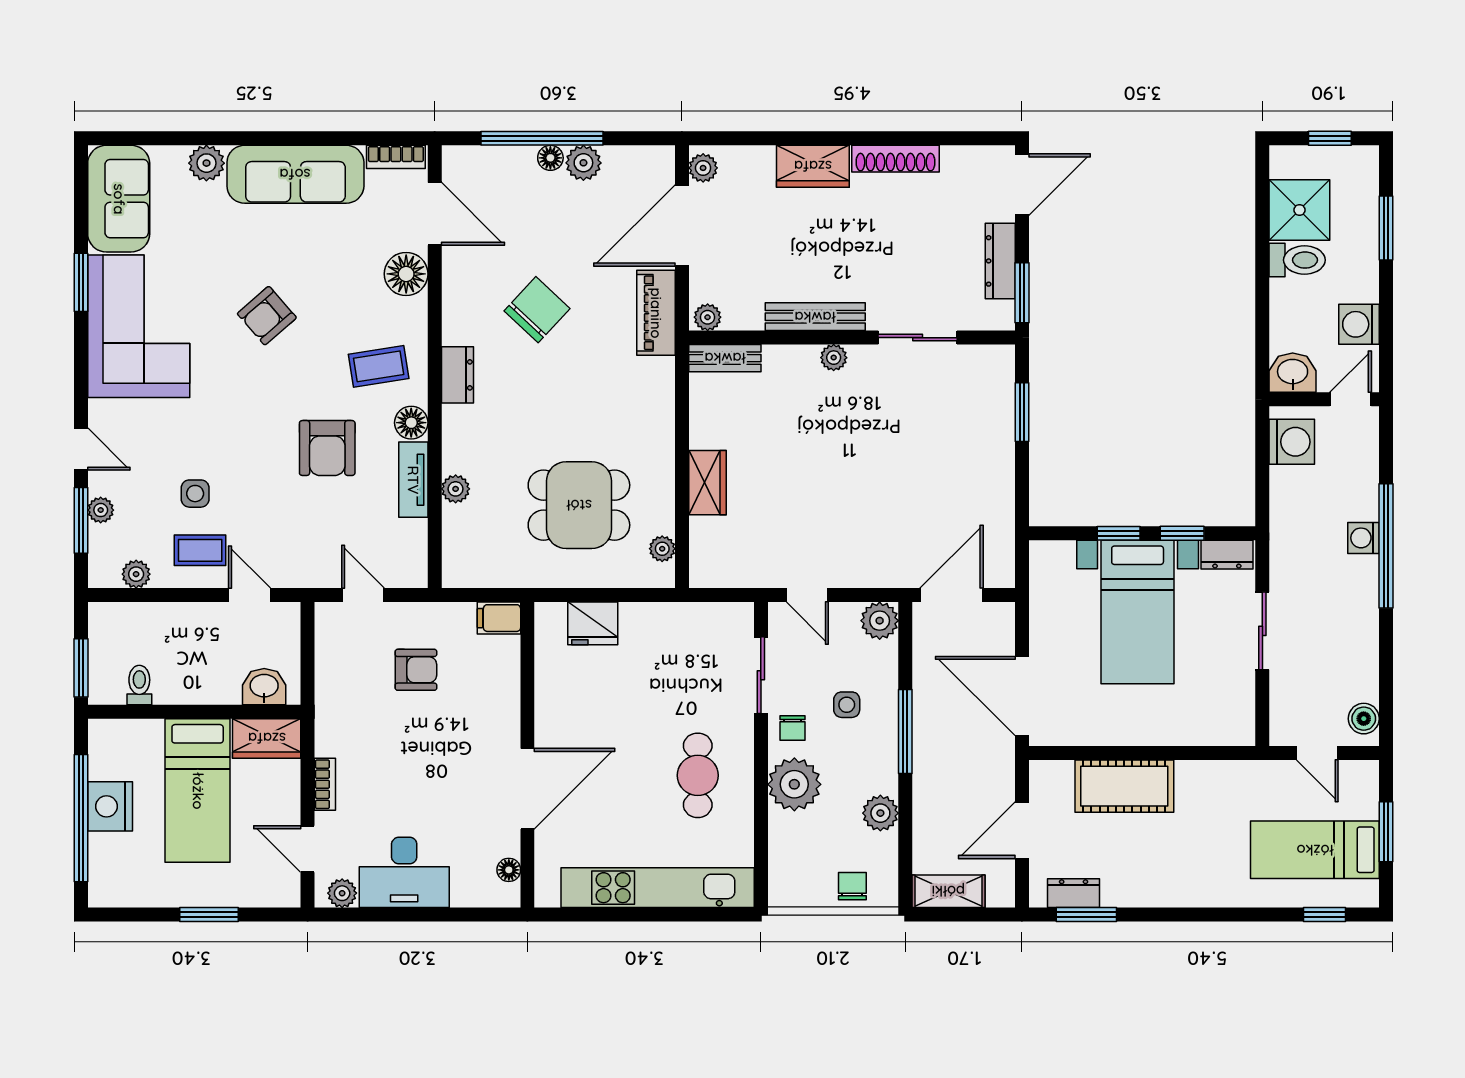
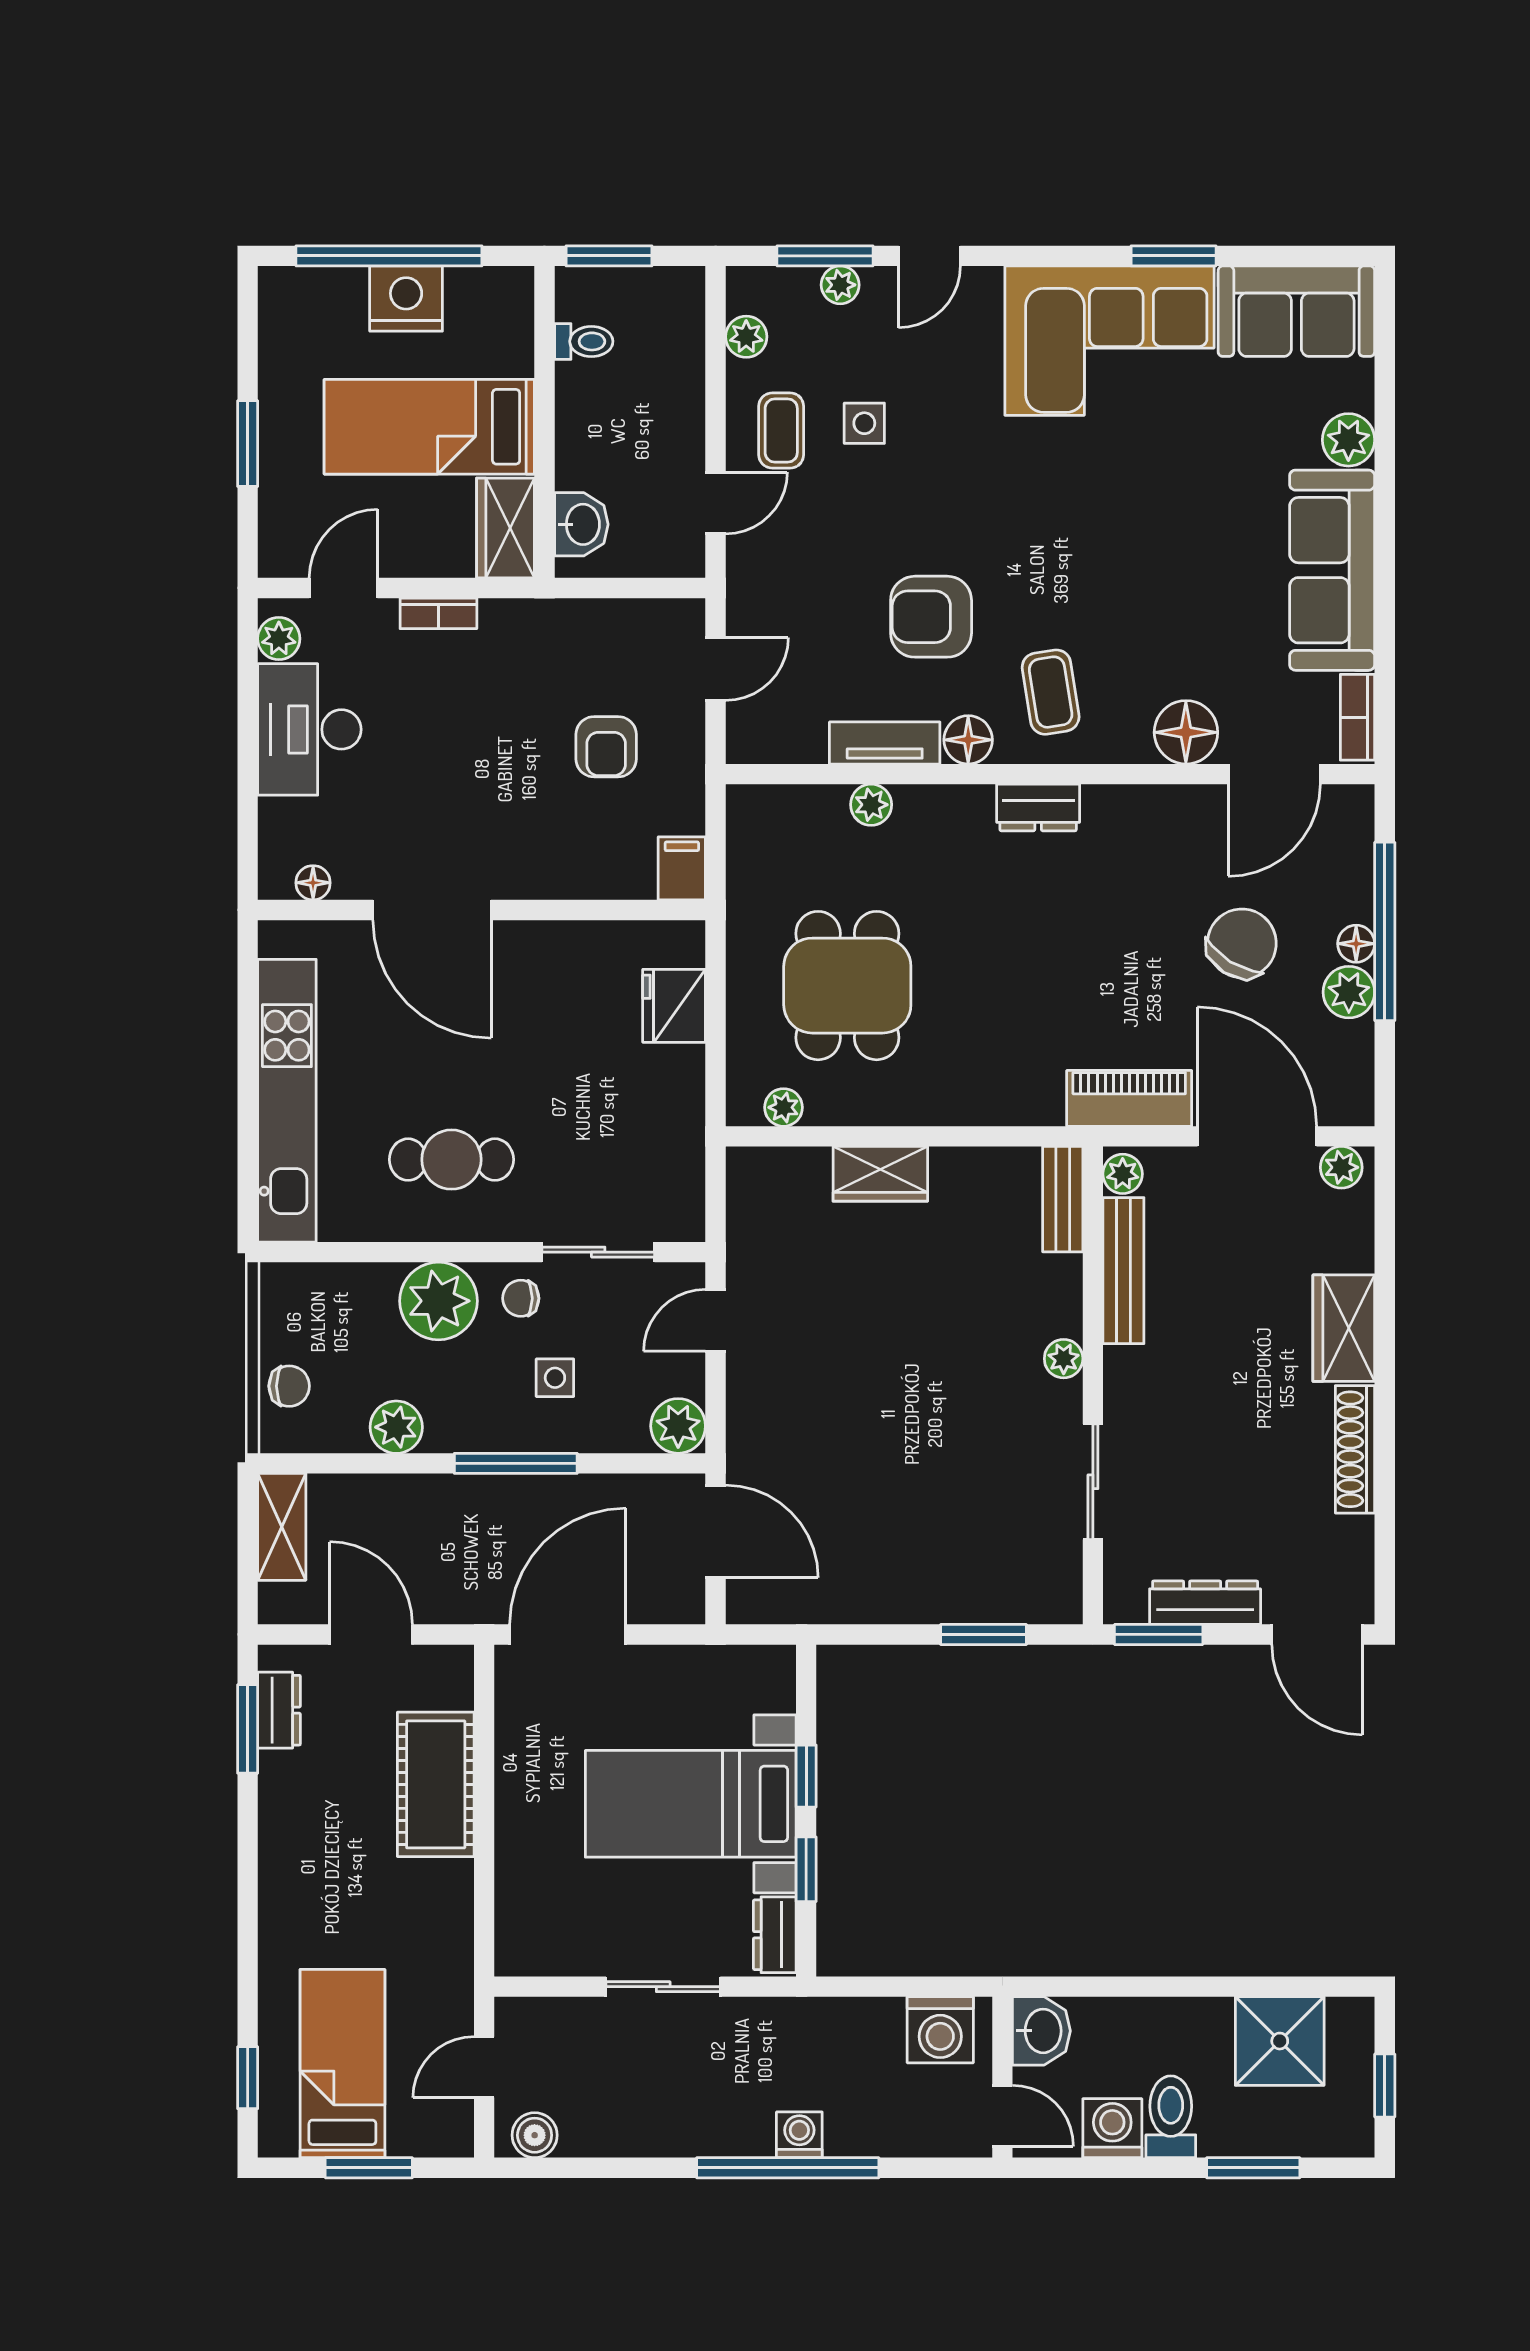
toilet: (1297, 260) -> (1171, 2117), moved, turned 180
chair: (537, 310) -> (1242, 943), moved, turned -101
armchair: (267, 316) -> (1125, 528), removed
bench: (815, 317) -> (1123, 1271), moved

